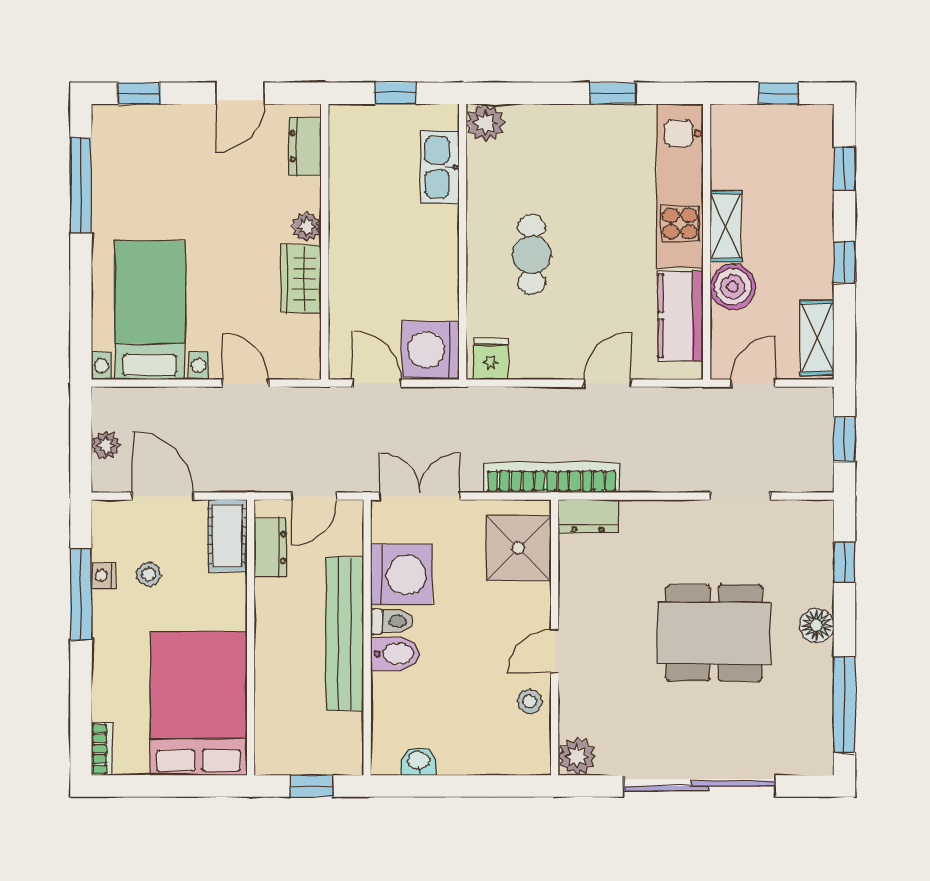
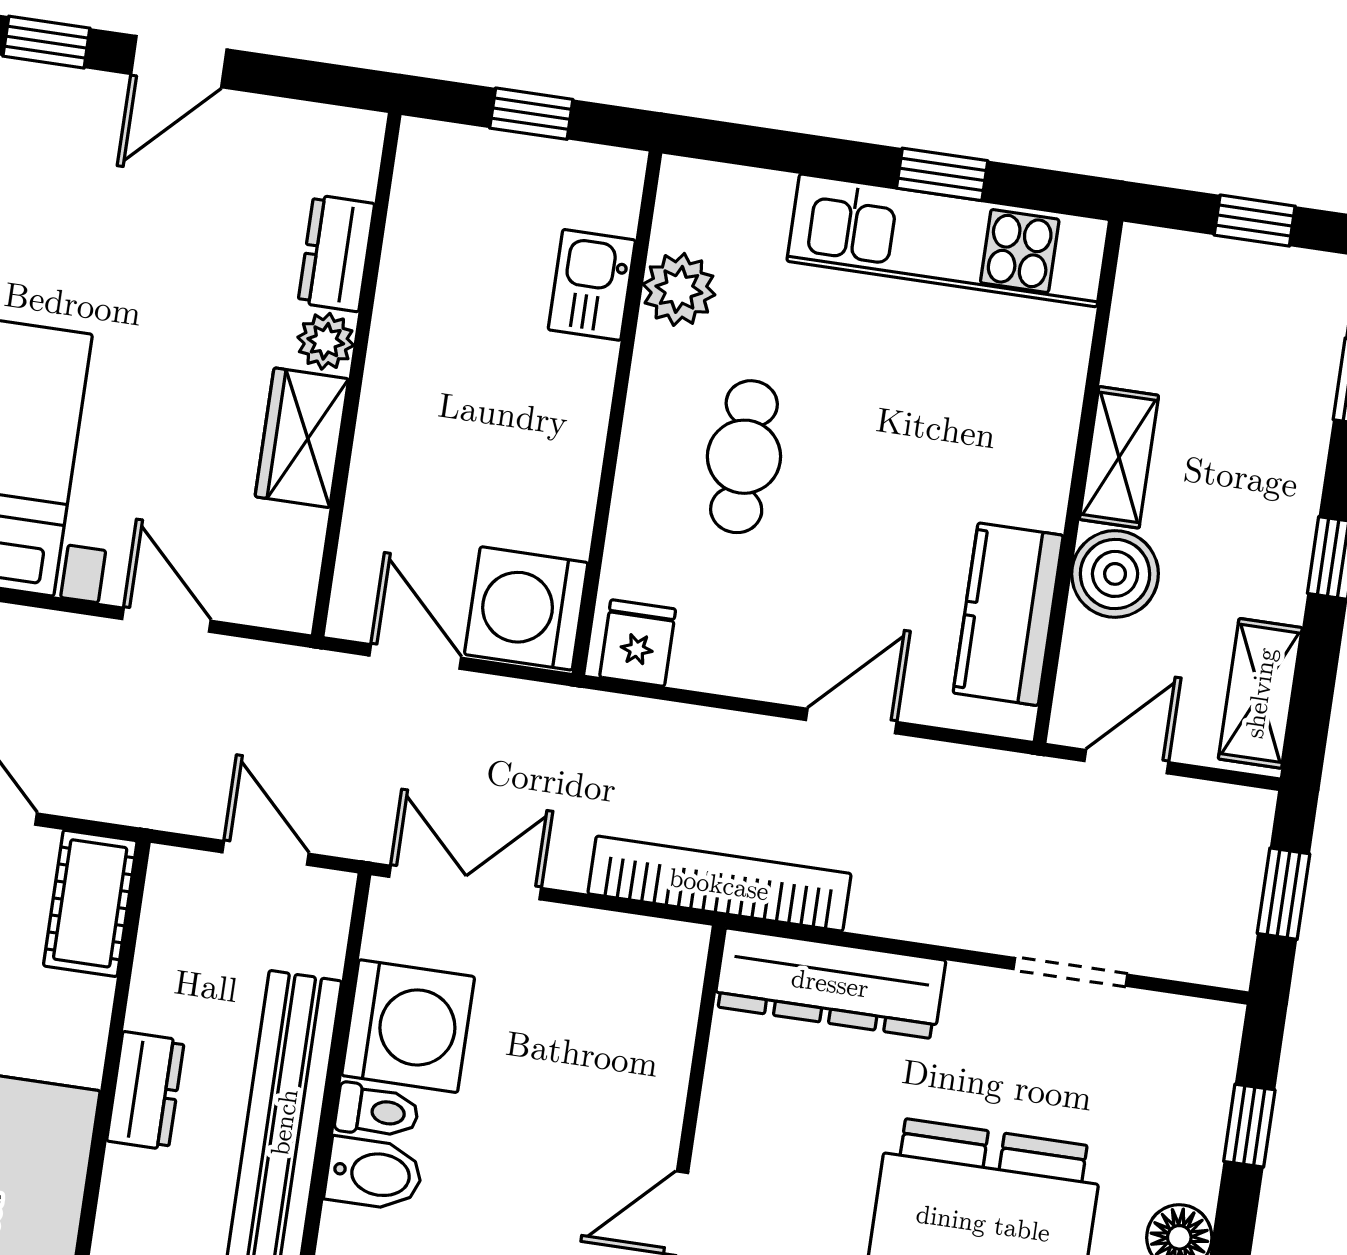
door: (240, 93) -> (179, 62), moved
plant: (485, 123) -> (679, 289), moved
dresser: (305, 146) -> (336, 253), moved
kitchen sink: (440, 167) -> (592, 285), width x0.73
kitchen unit: (680, 186) -> (948, 240), moved, turned -90
door: (314, 496) -> (265, 853), swing flipped
dresser: (588, 516) -> (830, 983), width x1.96, depth x1.24
dresser: (270, 547) -> (146, 1091), moved
shower: (518, 548) -> (637, 1008), removed

